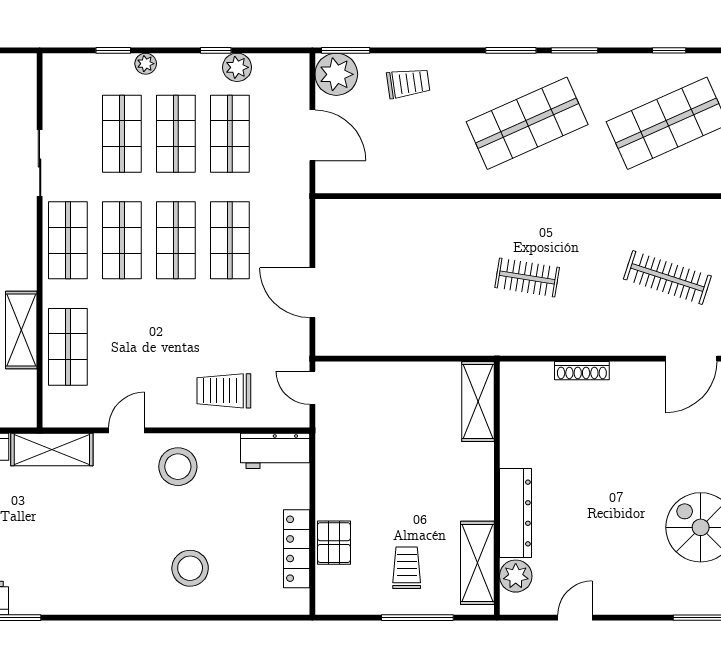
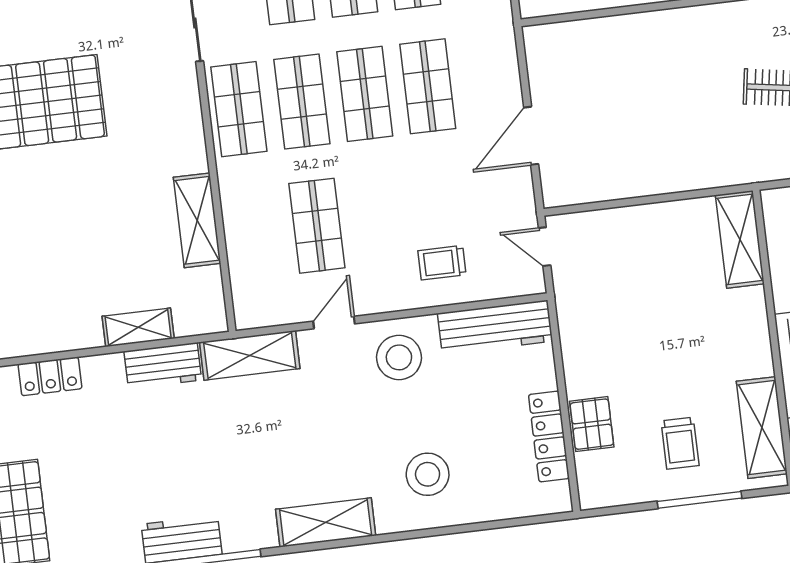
door: (312, 293) -> (531, 136), hinge flipped
shop shelf: (68, 347) -> (317, 226), moved
trolley: (224, 391) -> (442, 263), width x0.73, depth x0.72
workbench: (275, 451) -> (495, 327), width x1.38
trolley: (407, 568) -> (680, 443), turned 180
shelving: (99, 599) -> (326, 522), added

